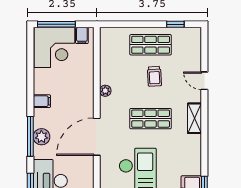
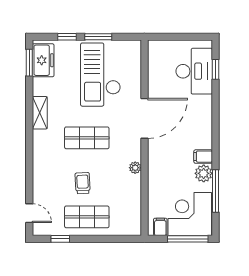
door: (204, 81) -> (29, 213), moved
shelving: (194, 118) -> (40, 113), moved
window: (30, 136) -> (215, 191), moved
plant: (41, 137) -> (204, 173), moved

